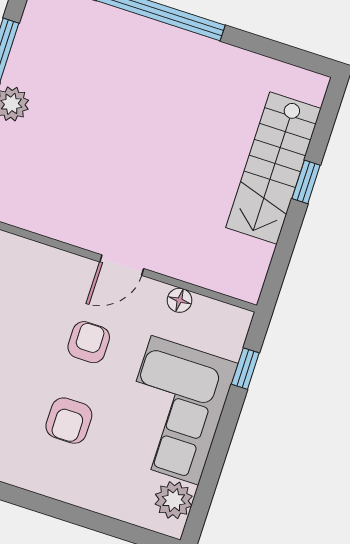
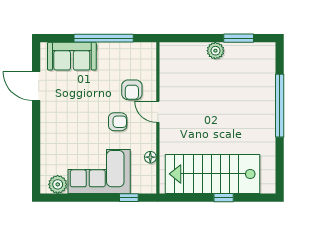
stairs: (273, 168) -> (213, 174), width x1.36, depth x1.51
door: (122, 265) -> (158, 112), moved
armchair: (69, 421) -> (132, 90), moved, turned -90

